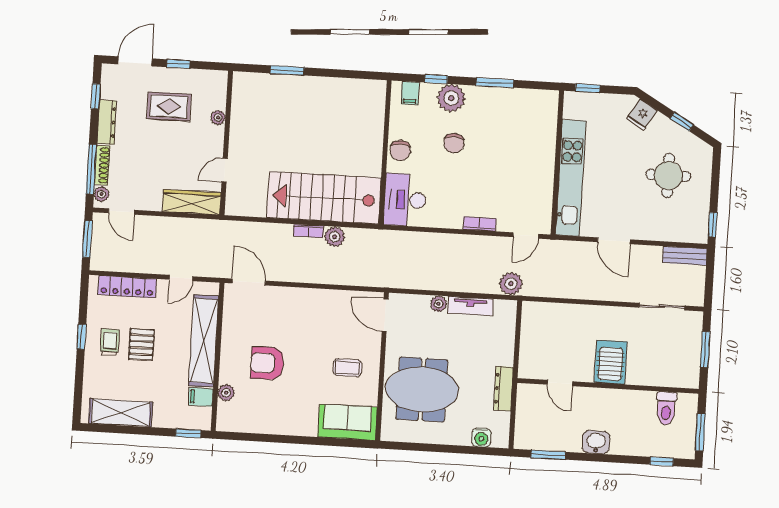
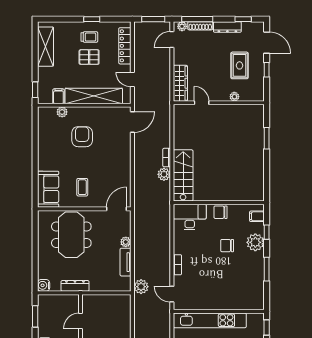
stairs: (324, 198) -> (183, 175), width x0.73, depth x0.66
water cooler: (481, 437) -> (44, 285), moved

